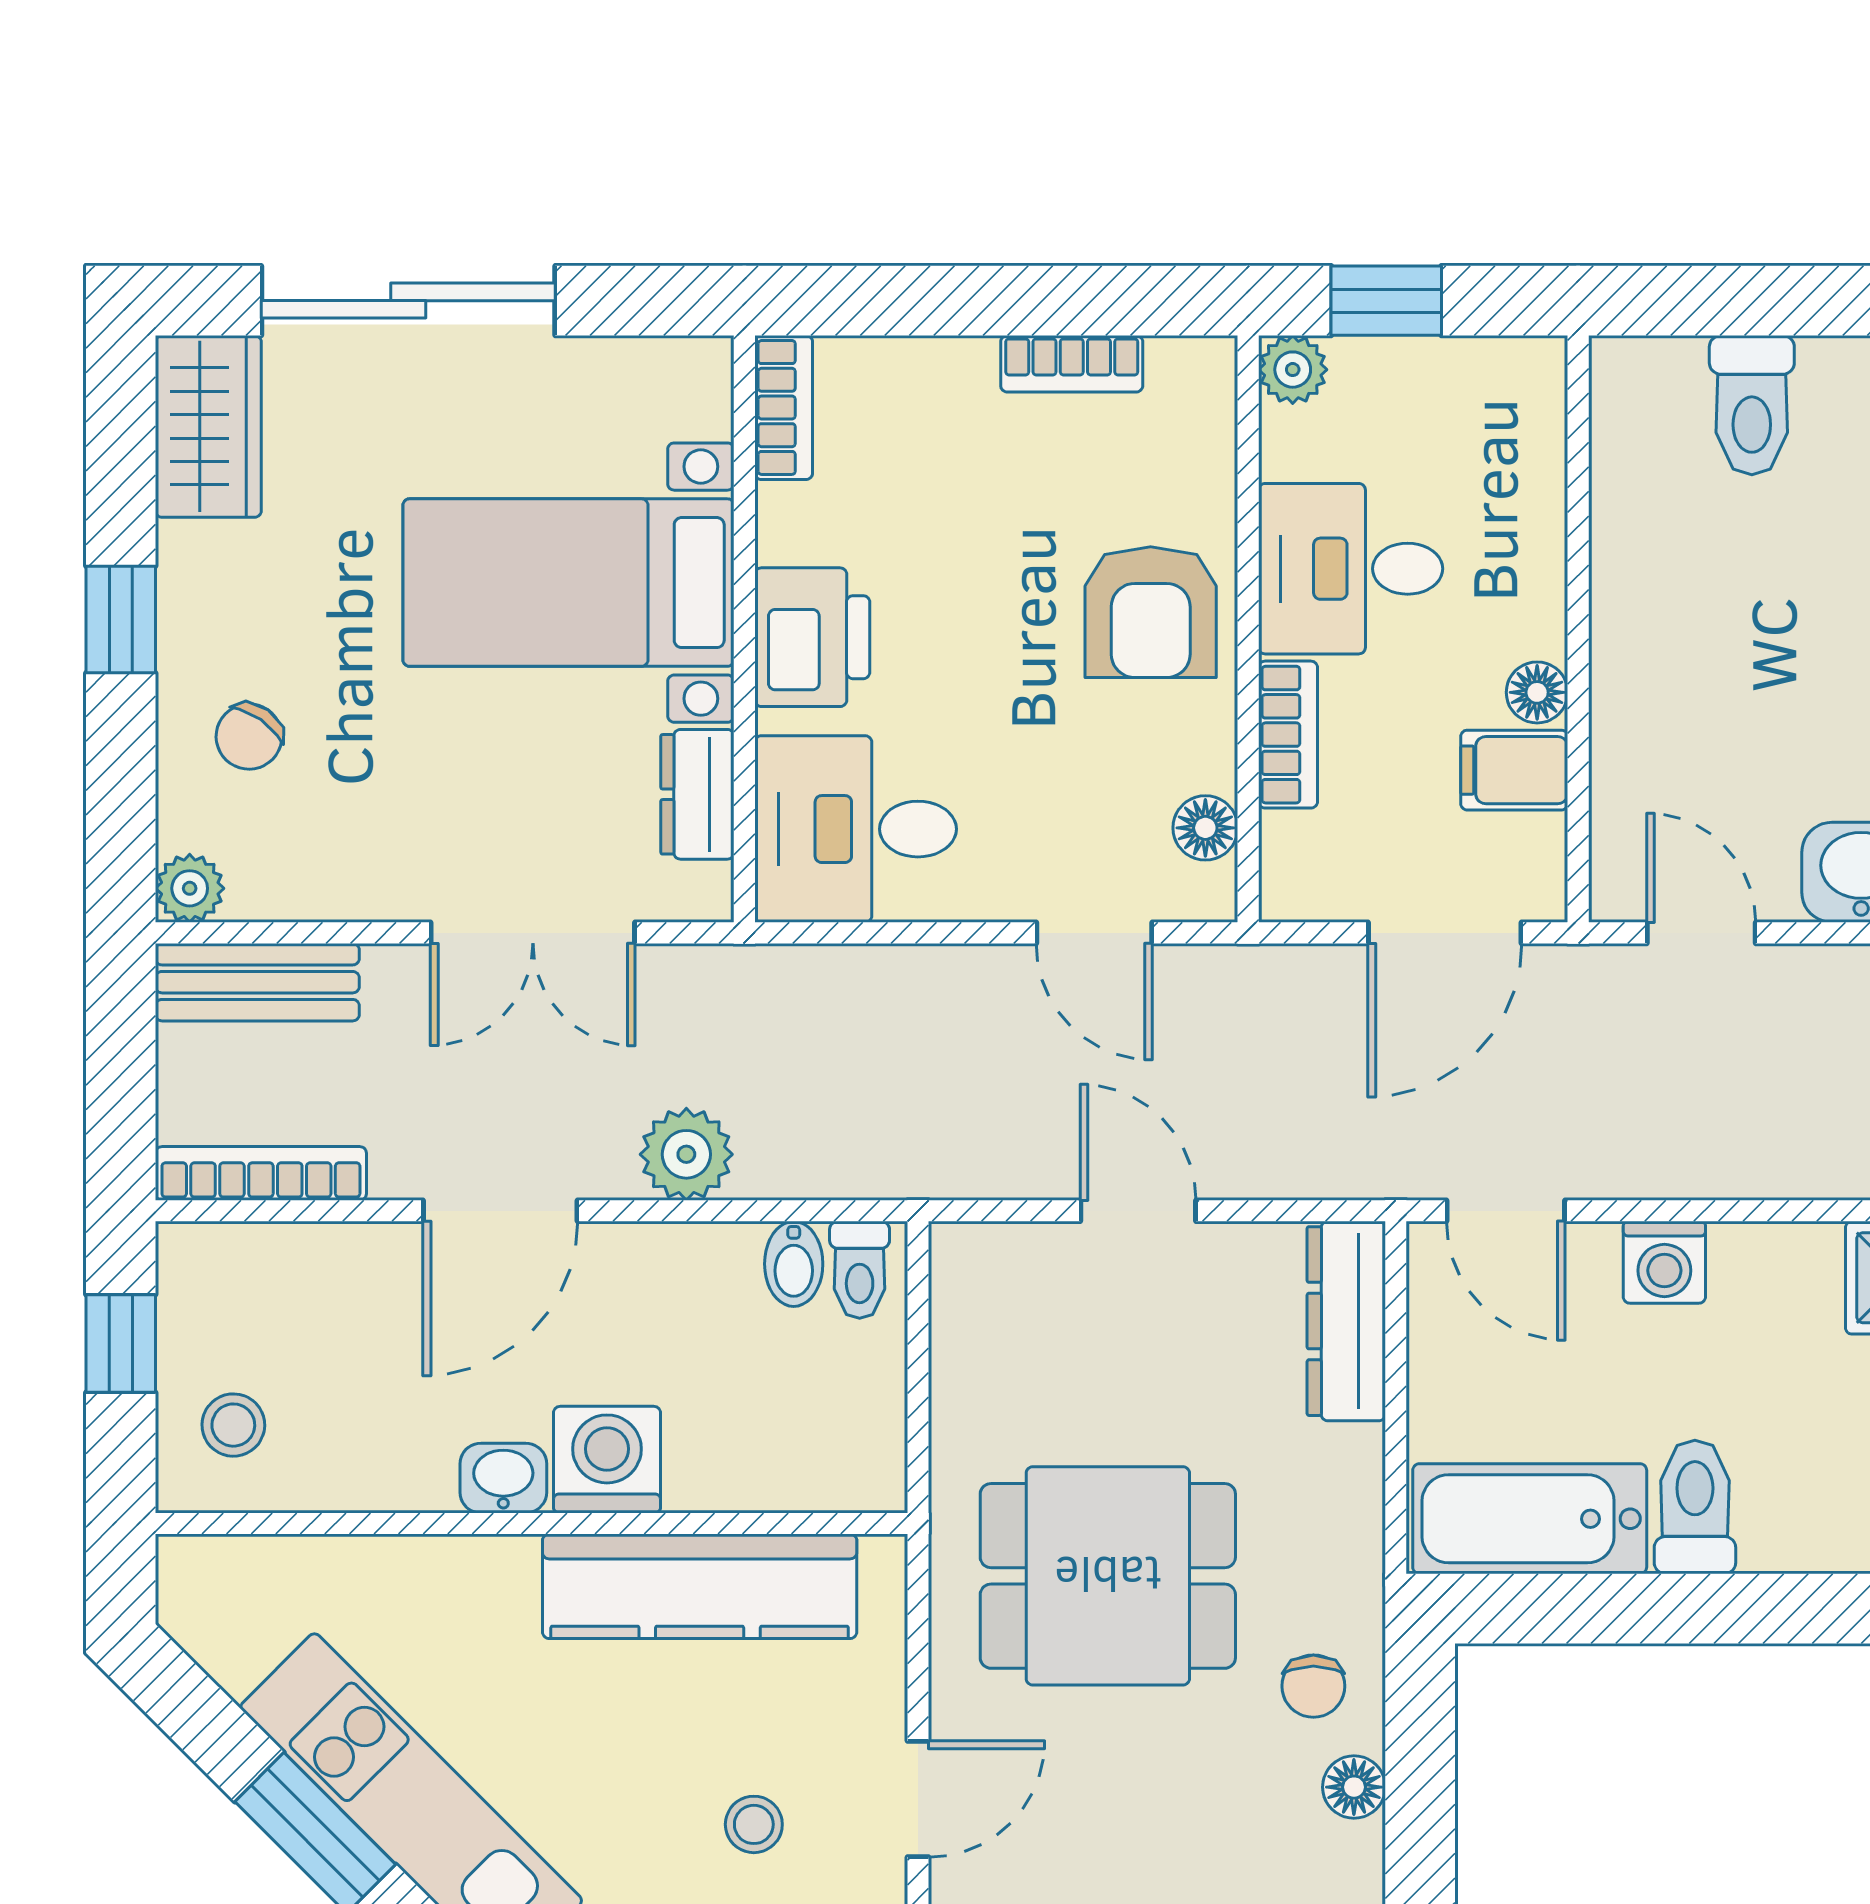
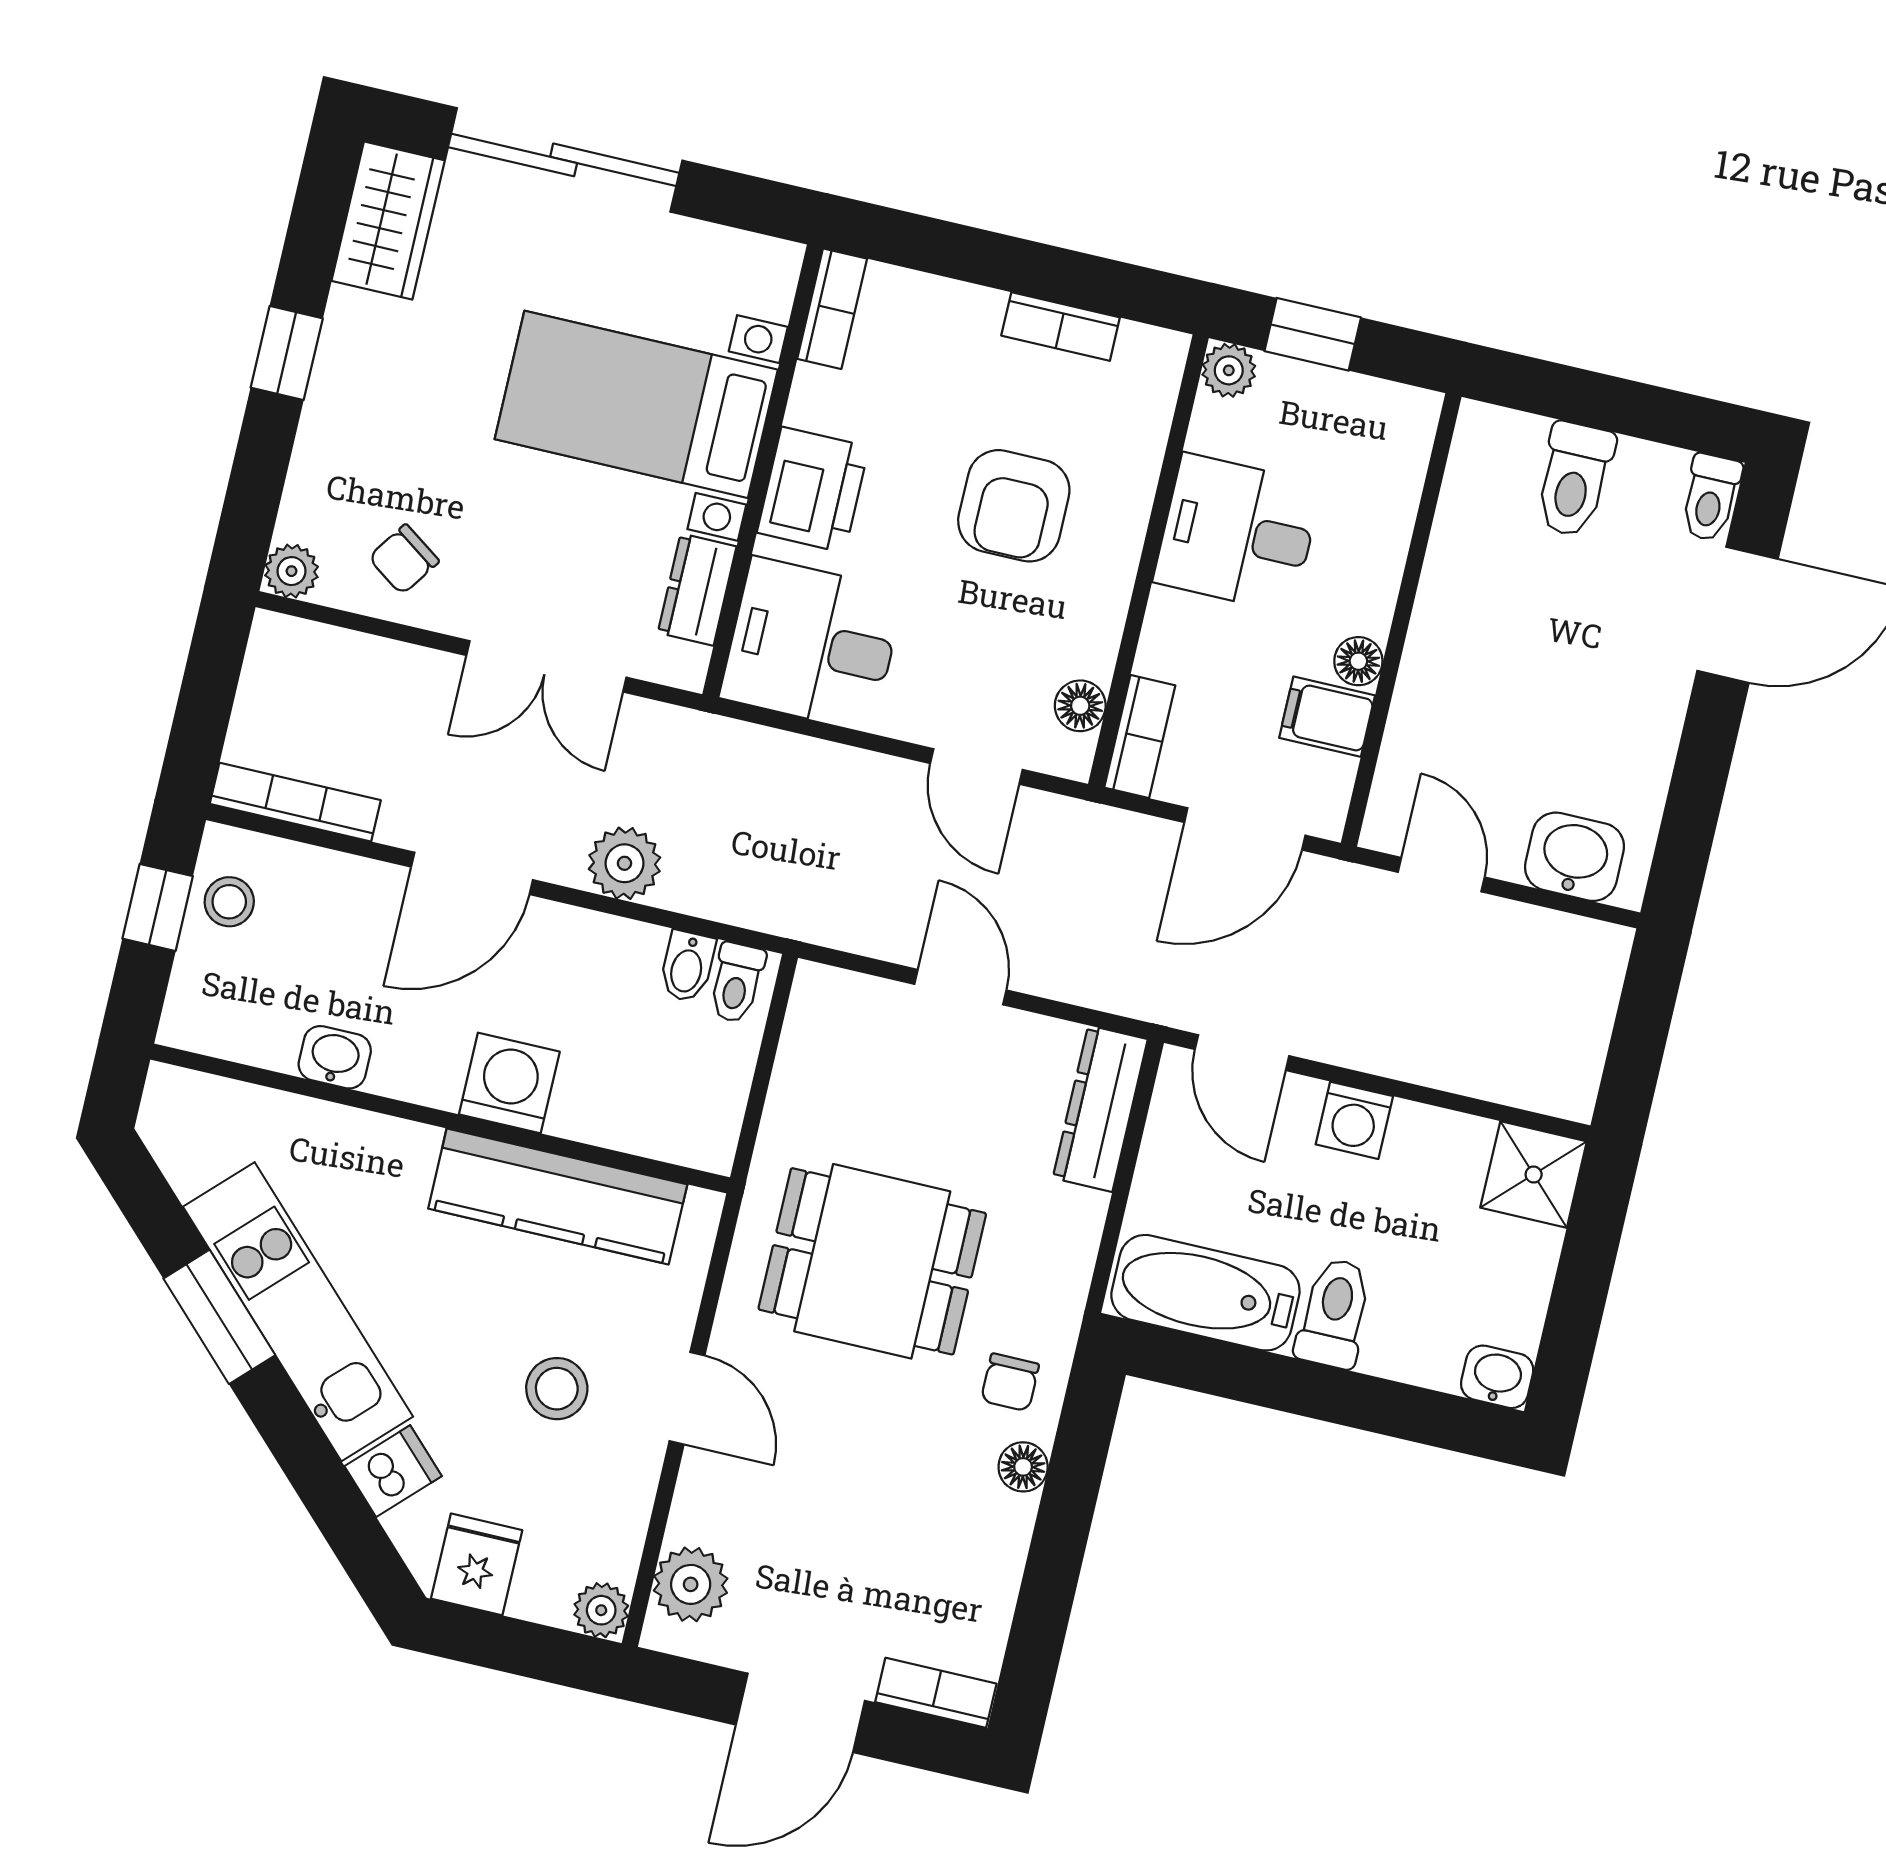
armchair: (1151, 612) -> (1014, 506), moved
bookcase: (1288, 735) -> (1140, 737), moved
chair: (249, 737) -> (404, 559), moved
bench: (257, 982) -> (327, 655), removed
stool: (233, 1425) -> (229, 902), moved
washbasin: (503, 1478) -> (335, 1057), moved
door: (918, 1799) -> (687, 1398), hinge flipped
stool: (754, 1824) -> (557, 1389), width x1.37, depth x1.37

